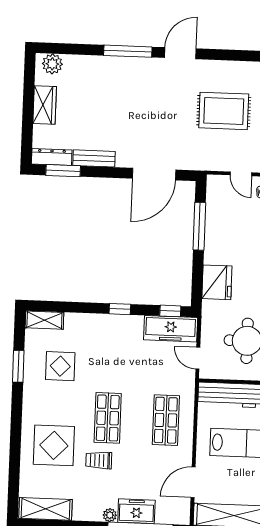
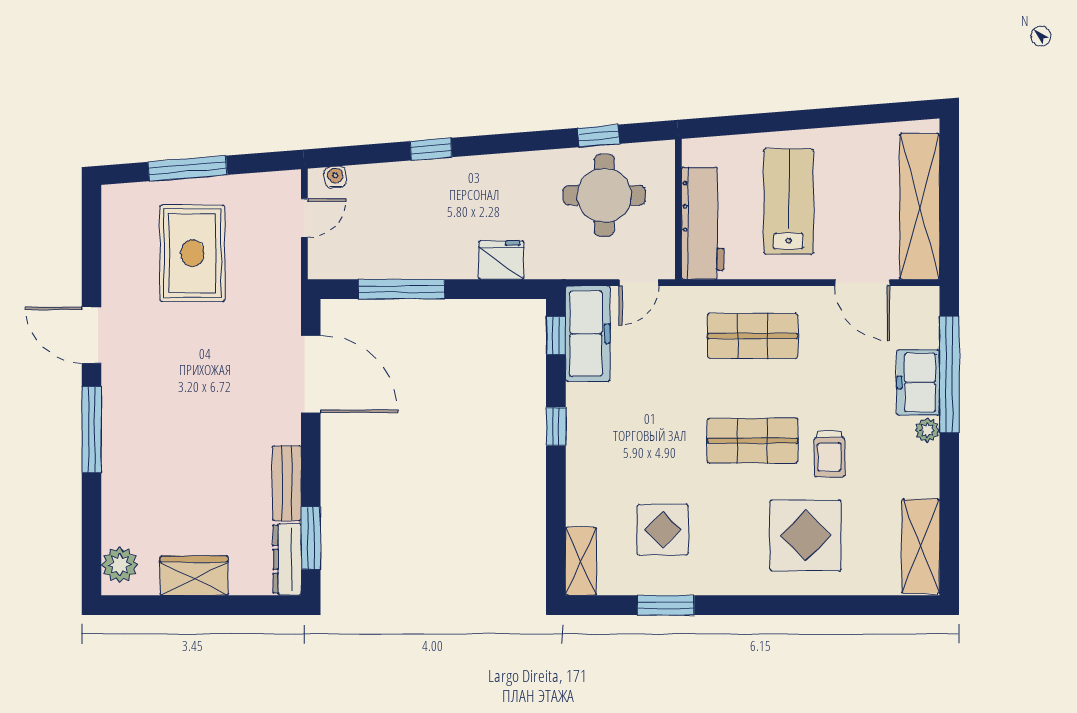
fridge: (217, 282) -> (501, 260), width x0.73, depth x0.75

